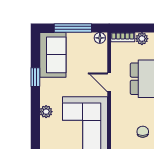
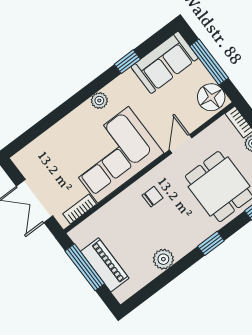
floor lamp: (100, 38) -> (211, 97), width x1.89, depth x1.89
chair: (143, 132) -> (152, 197), moved

